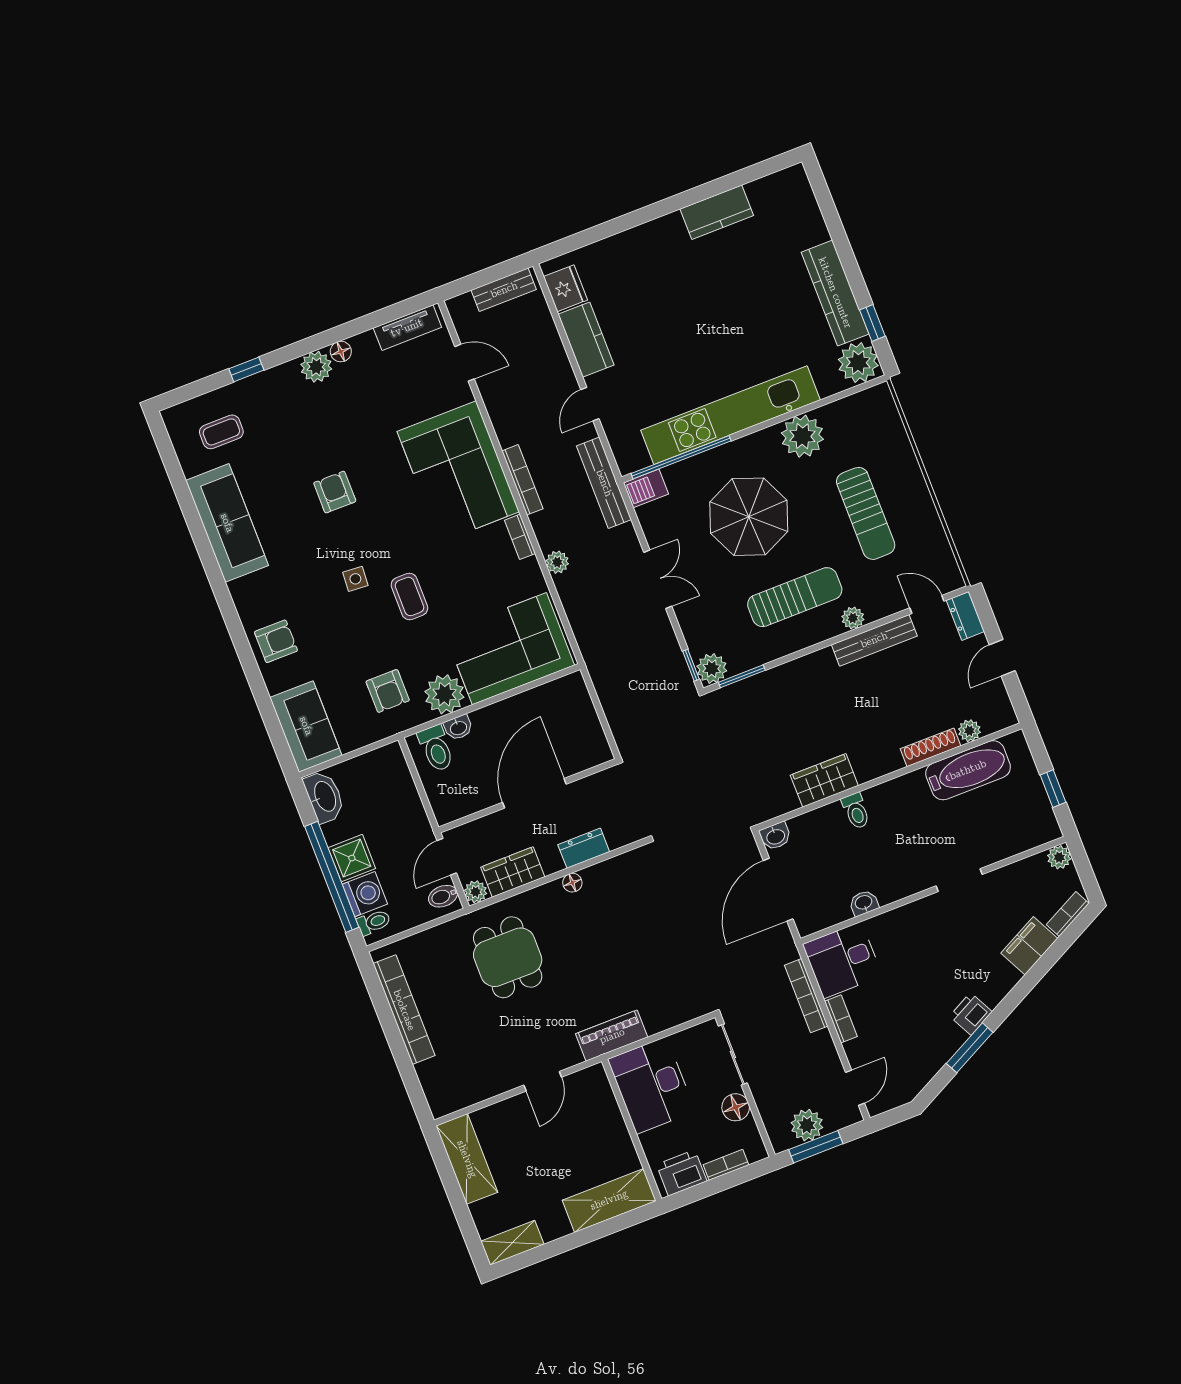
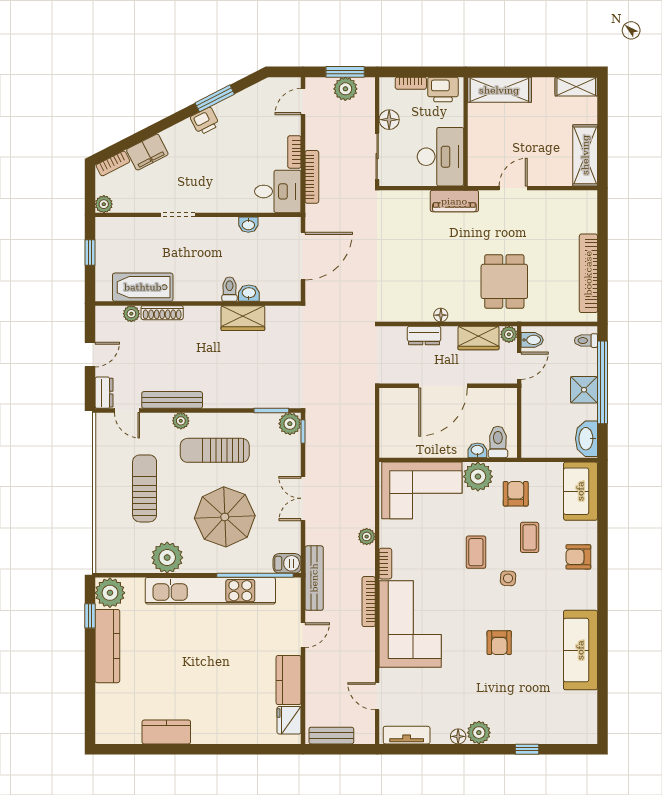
coffee table: (221, 432) -> (530, 537), moved, turned 90
washbasin: (775, 836) -> (249, 293), moved
washing machine: (365, 894) -> (585, 362), removed

